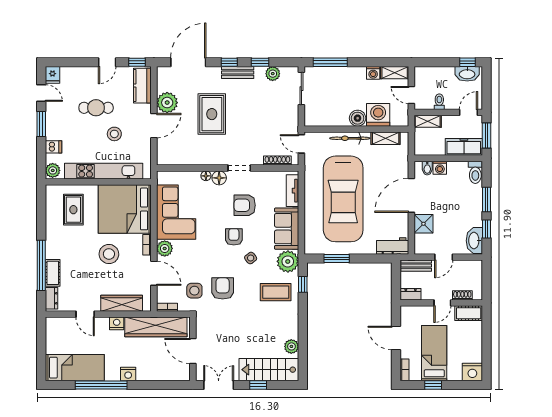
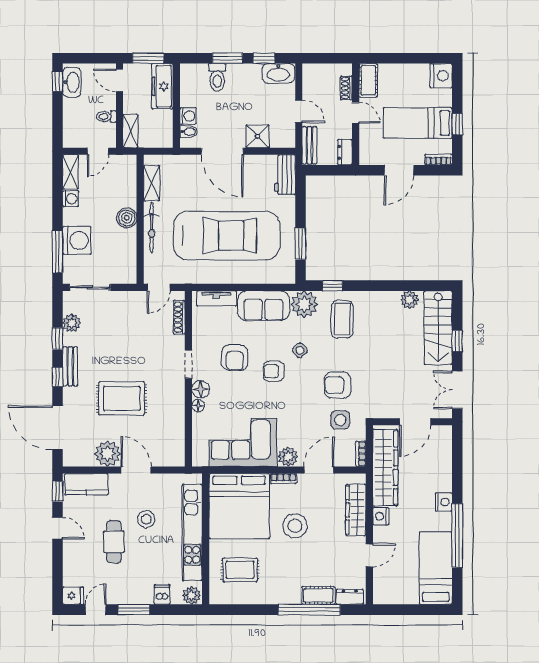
washing machine: (378, 115) -> (77, 240), moved, turned 180
toilet: (475, 172) -> (217, 77), moved, turned 90

